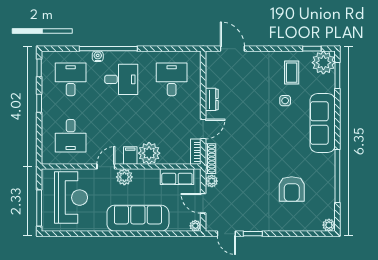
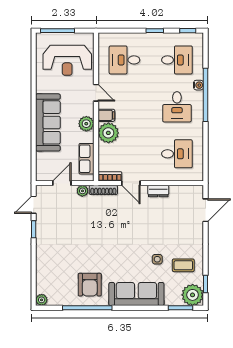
plant: (124, 177) -> (86, 124), moved
armchair: (292, 189) -> (90, 285), moved, turned -90
plant: (195, 226) -> (41, 176), removed

